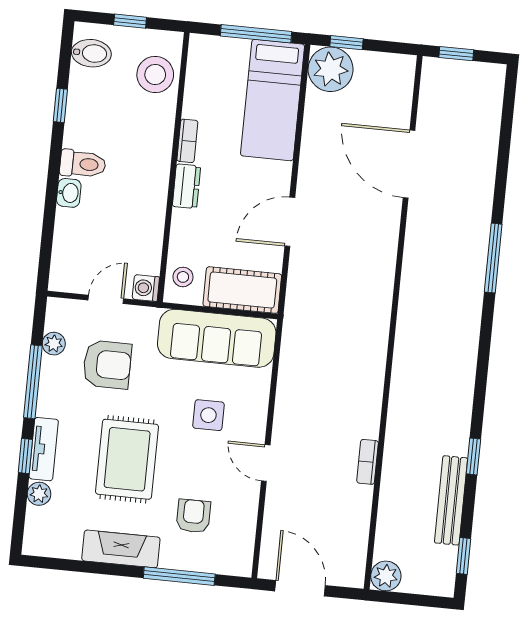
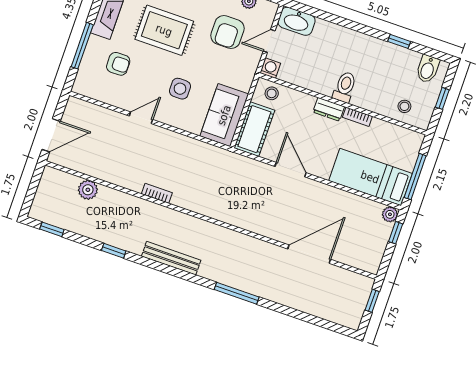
plant: (331, 69) -> (390, 214), width x0.53, depth x0.53
stool: (155, 74) -> (404, 106), width x0.53, depth x0.53
toilet: (83, 164) -> (345, 87), moved, turned 180
washbasin: (69, 193) -> (297, 21), moved, width x1.91, depth x1.45
door: (106, 299) -> (269, 41), swing flipped
sofa: (217, 338) -> (224, 115), width x0.73
bookcase: (368, 462) -> (157, 193), moved
bench: (451, 500) -> (171, 258), moved
plant: (386, 576) -> (88, 190), moved
door: (300, 588) -> (51, 135), moved

